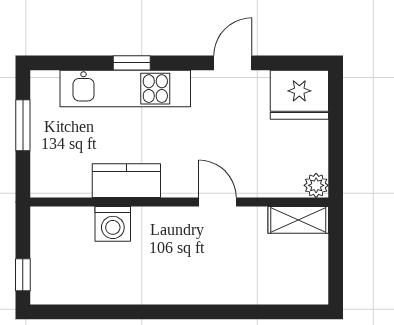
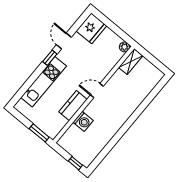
window: (132, 63) -> (50, 58), moved
window: (23, 125) -> (39, 133), moved
door: (218, 202) -> (97, 91), moved

